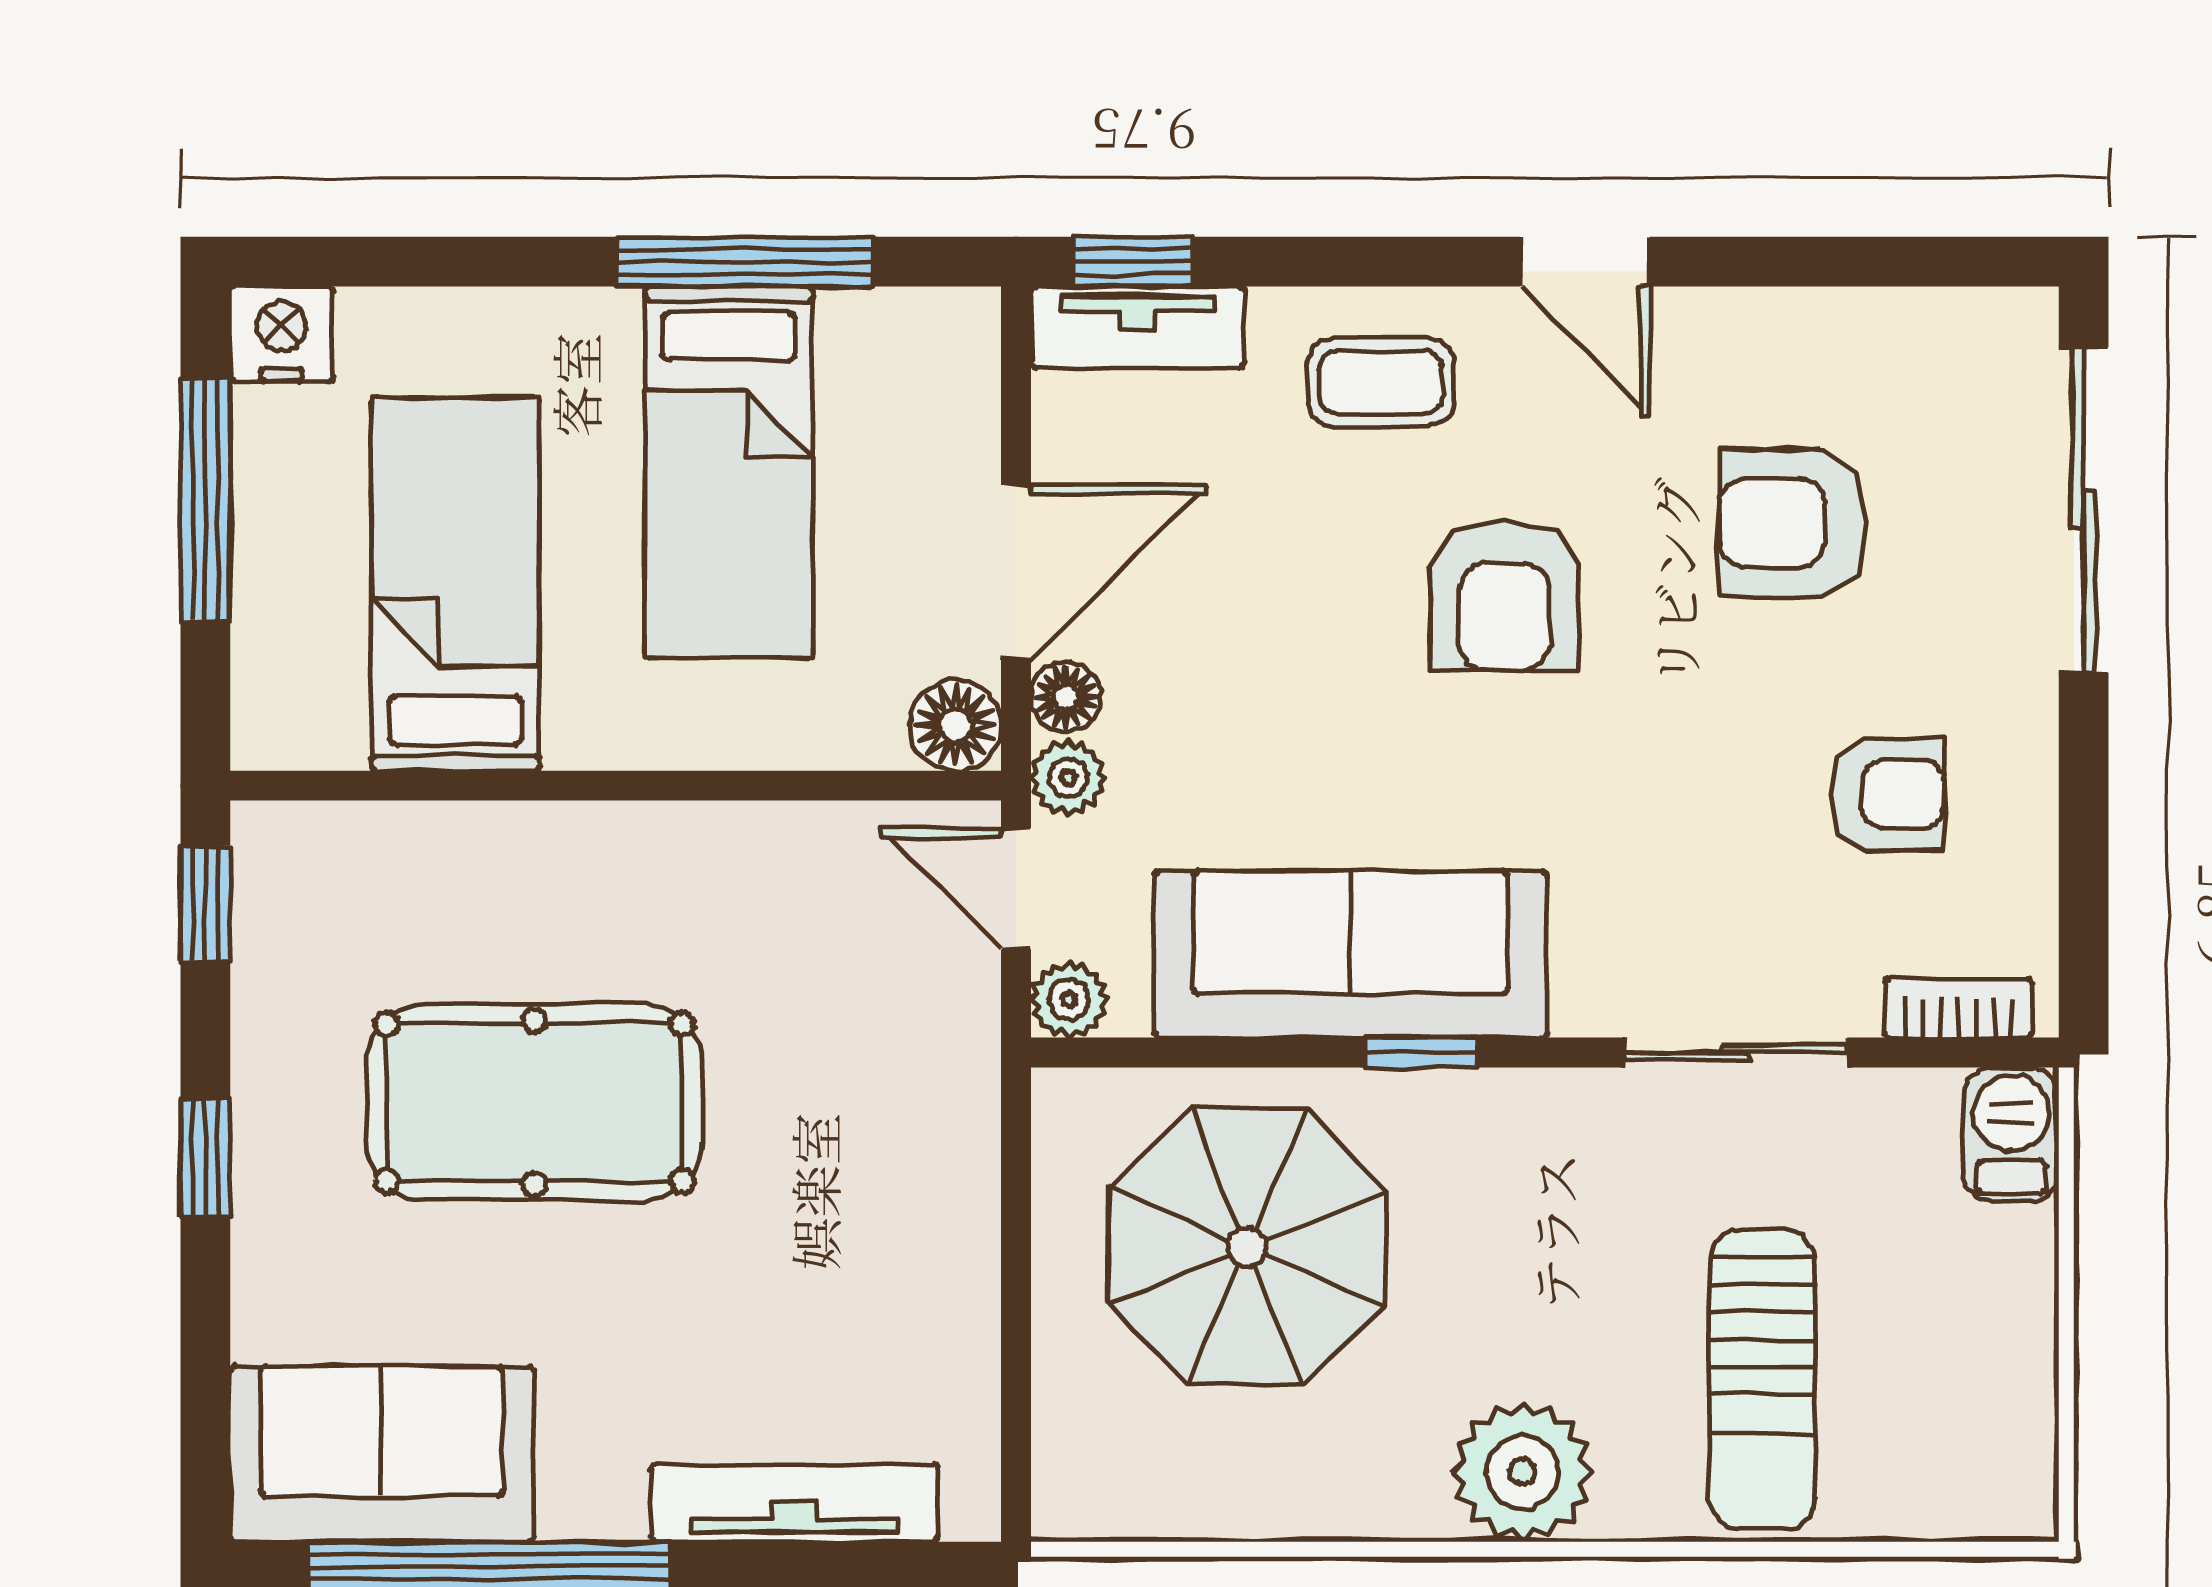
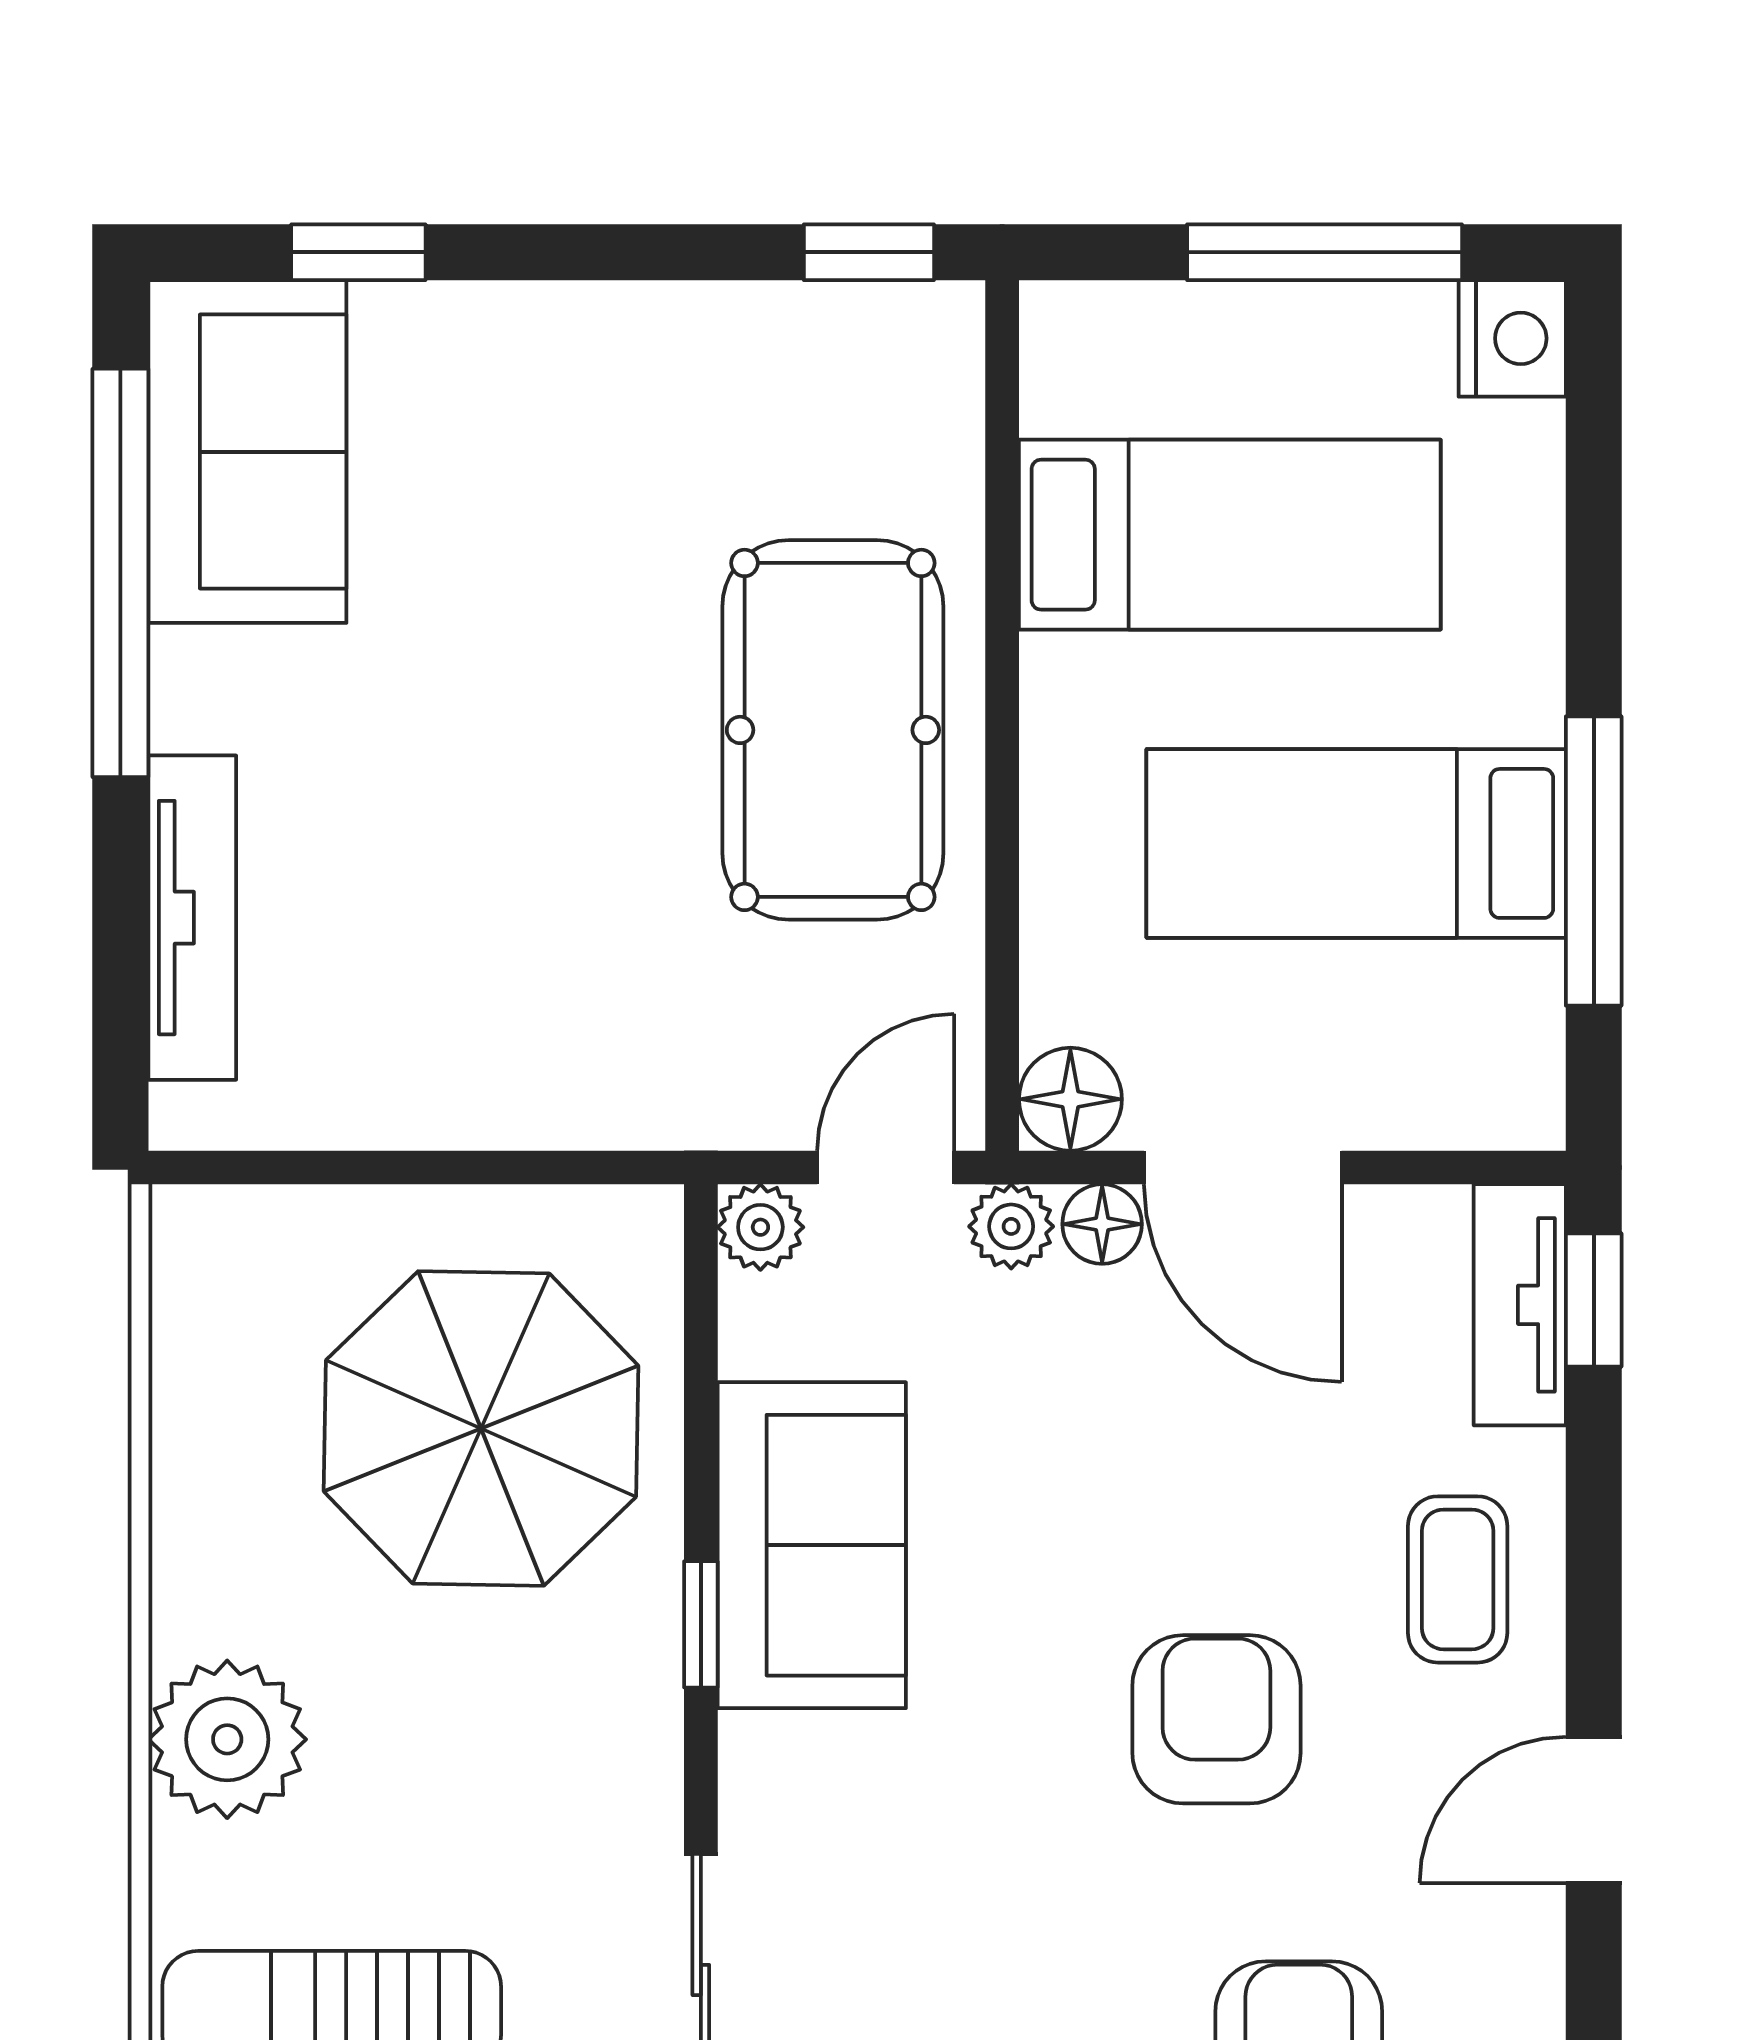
armchair: (1505, 596) -> (1216, 1719), turned 90
sofa: (1350, 954) -> (812, 1545), width x0.73
pool table: (534, 1102) -> (833, 730), moved
window: (205, 1158) -> (358, 252), moved

